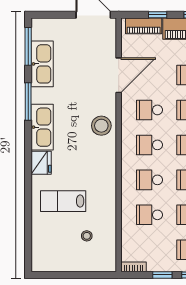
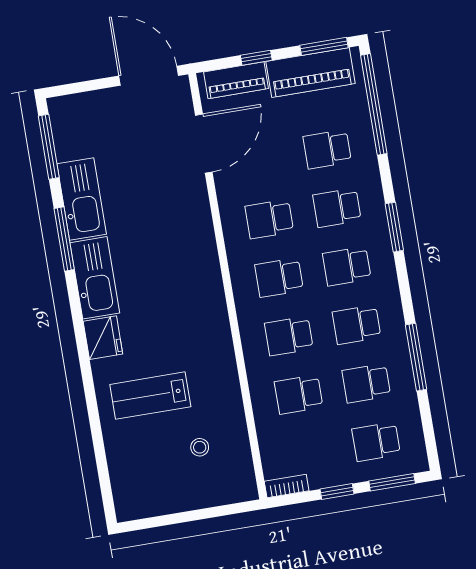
kitchen sink: (42, 64) -> (82, 199), moved
door: (119, 75) -> (204, 144), moved
stool: (101, 126) -> (193, 259), removed

